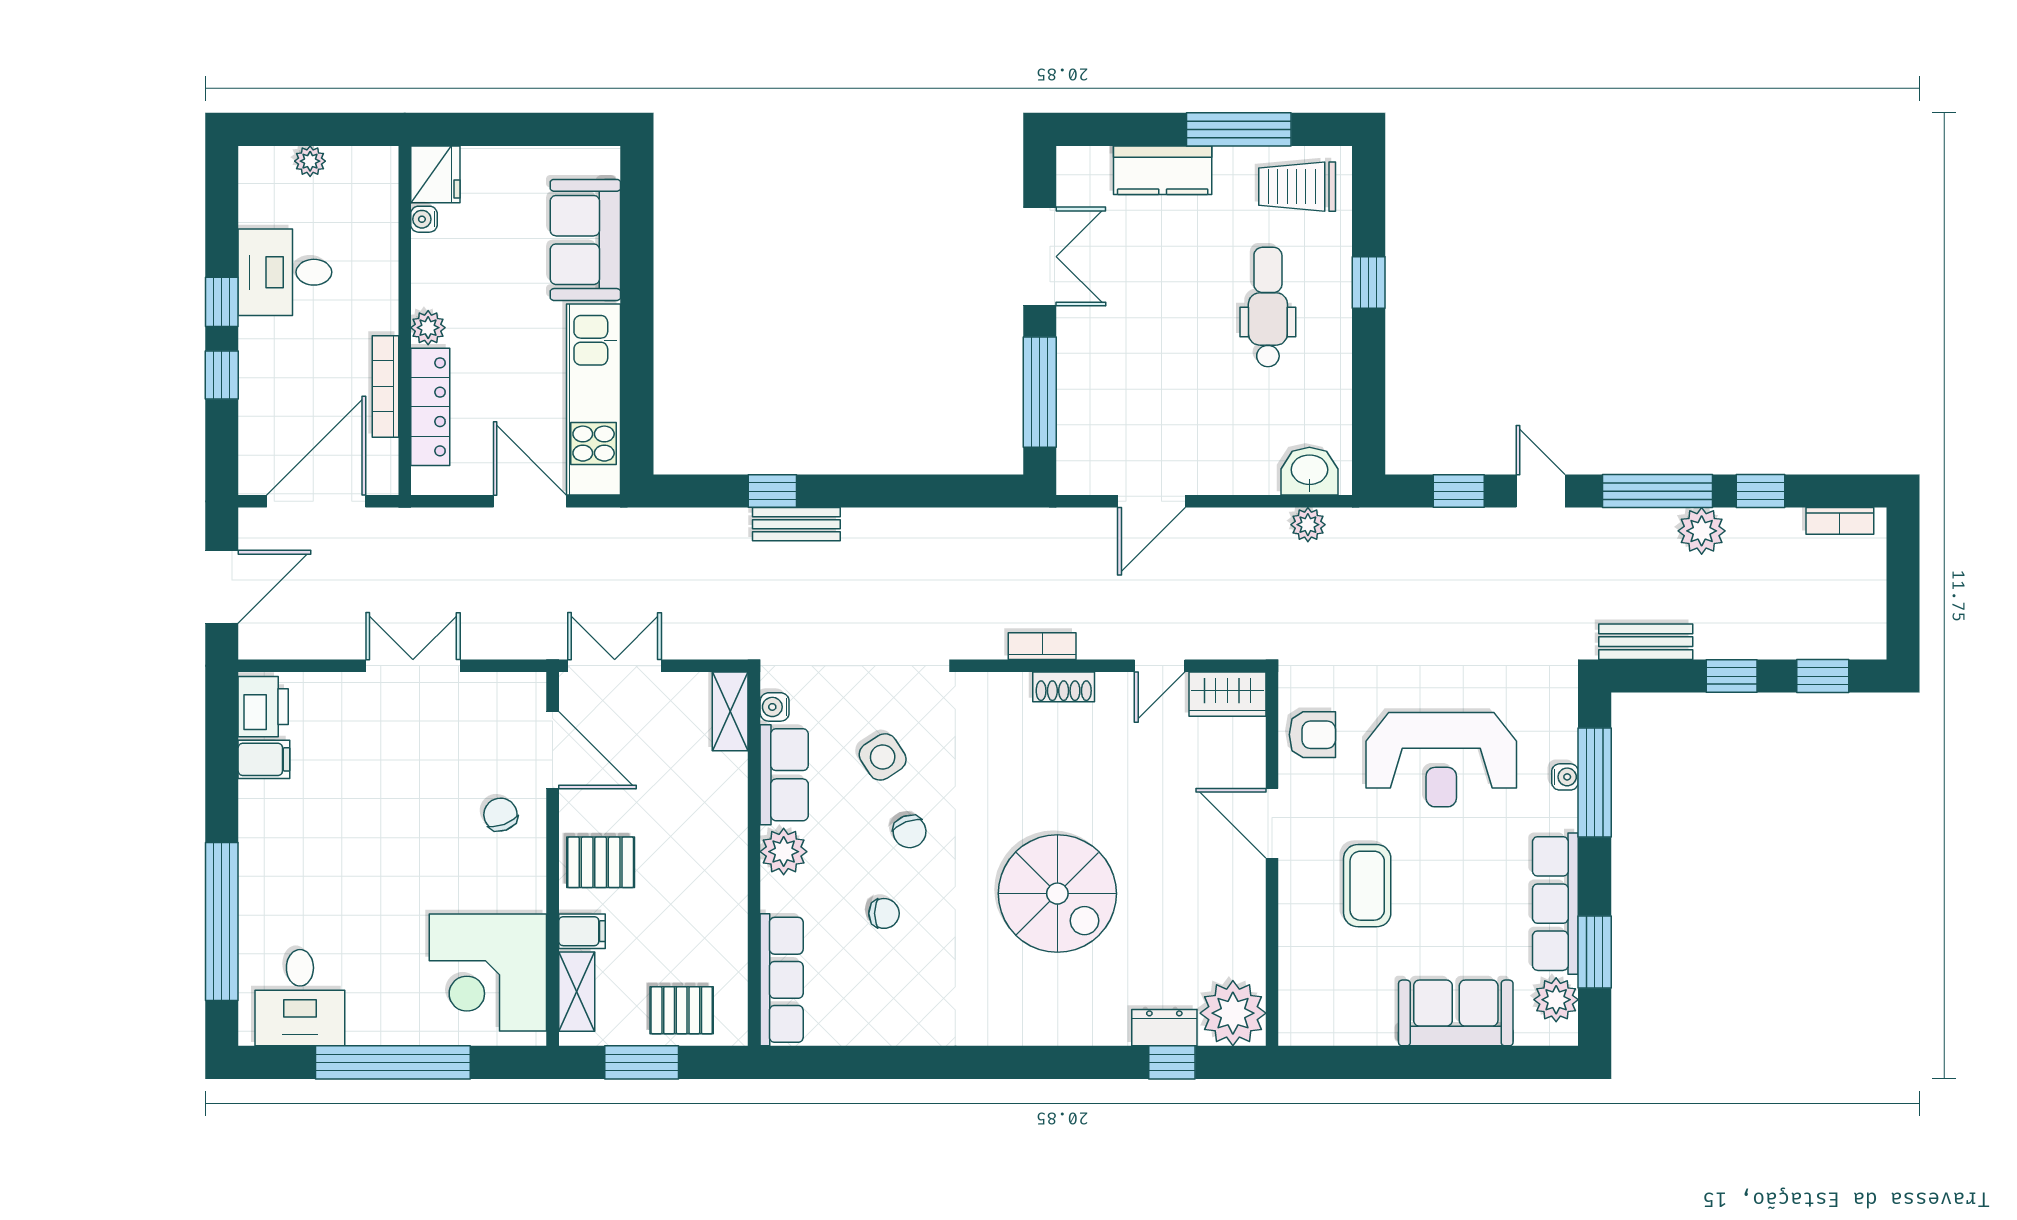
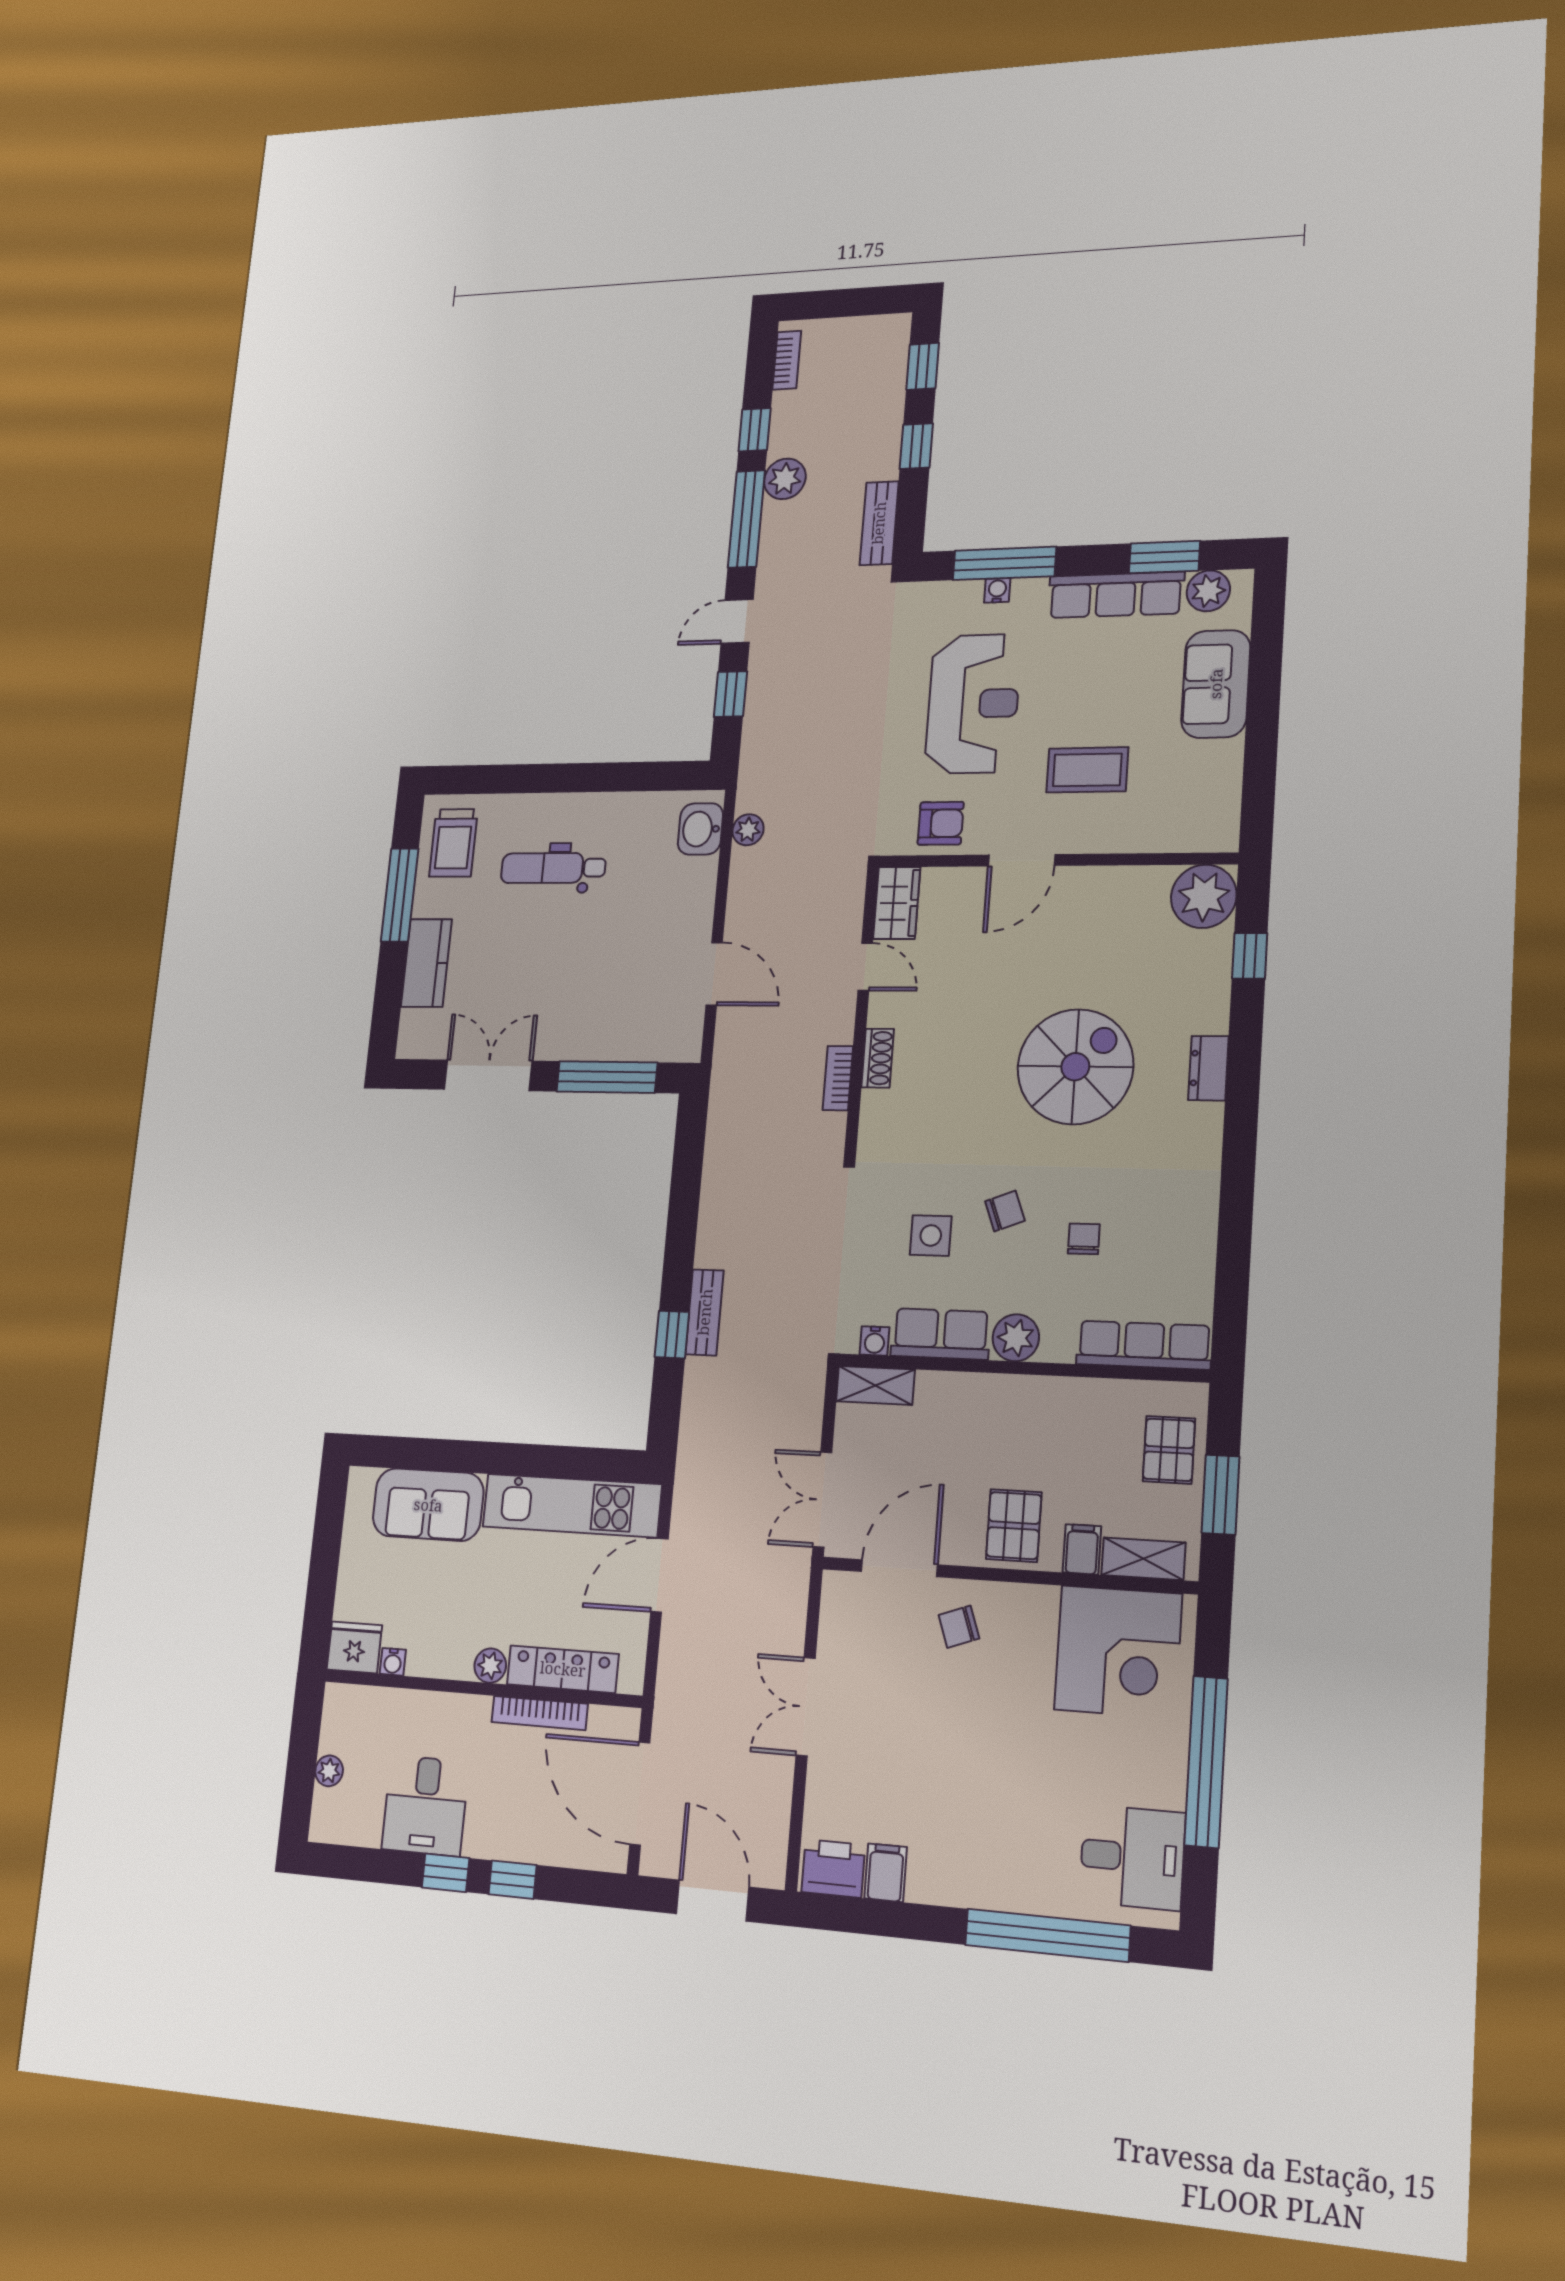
window: (1369, 282) -> (541, 778), removed
armchair: (1312, 735) -> (941, 823), turned 90
side table: (883, 757) -> (931, 1235), turned 33
dresser: (1164, 1028) -> (1208, 1068), moved

